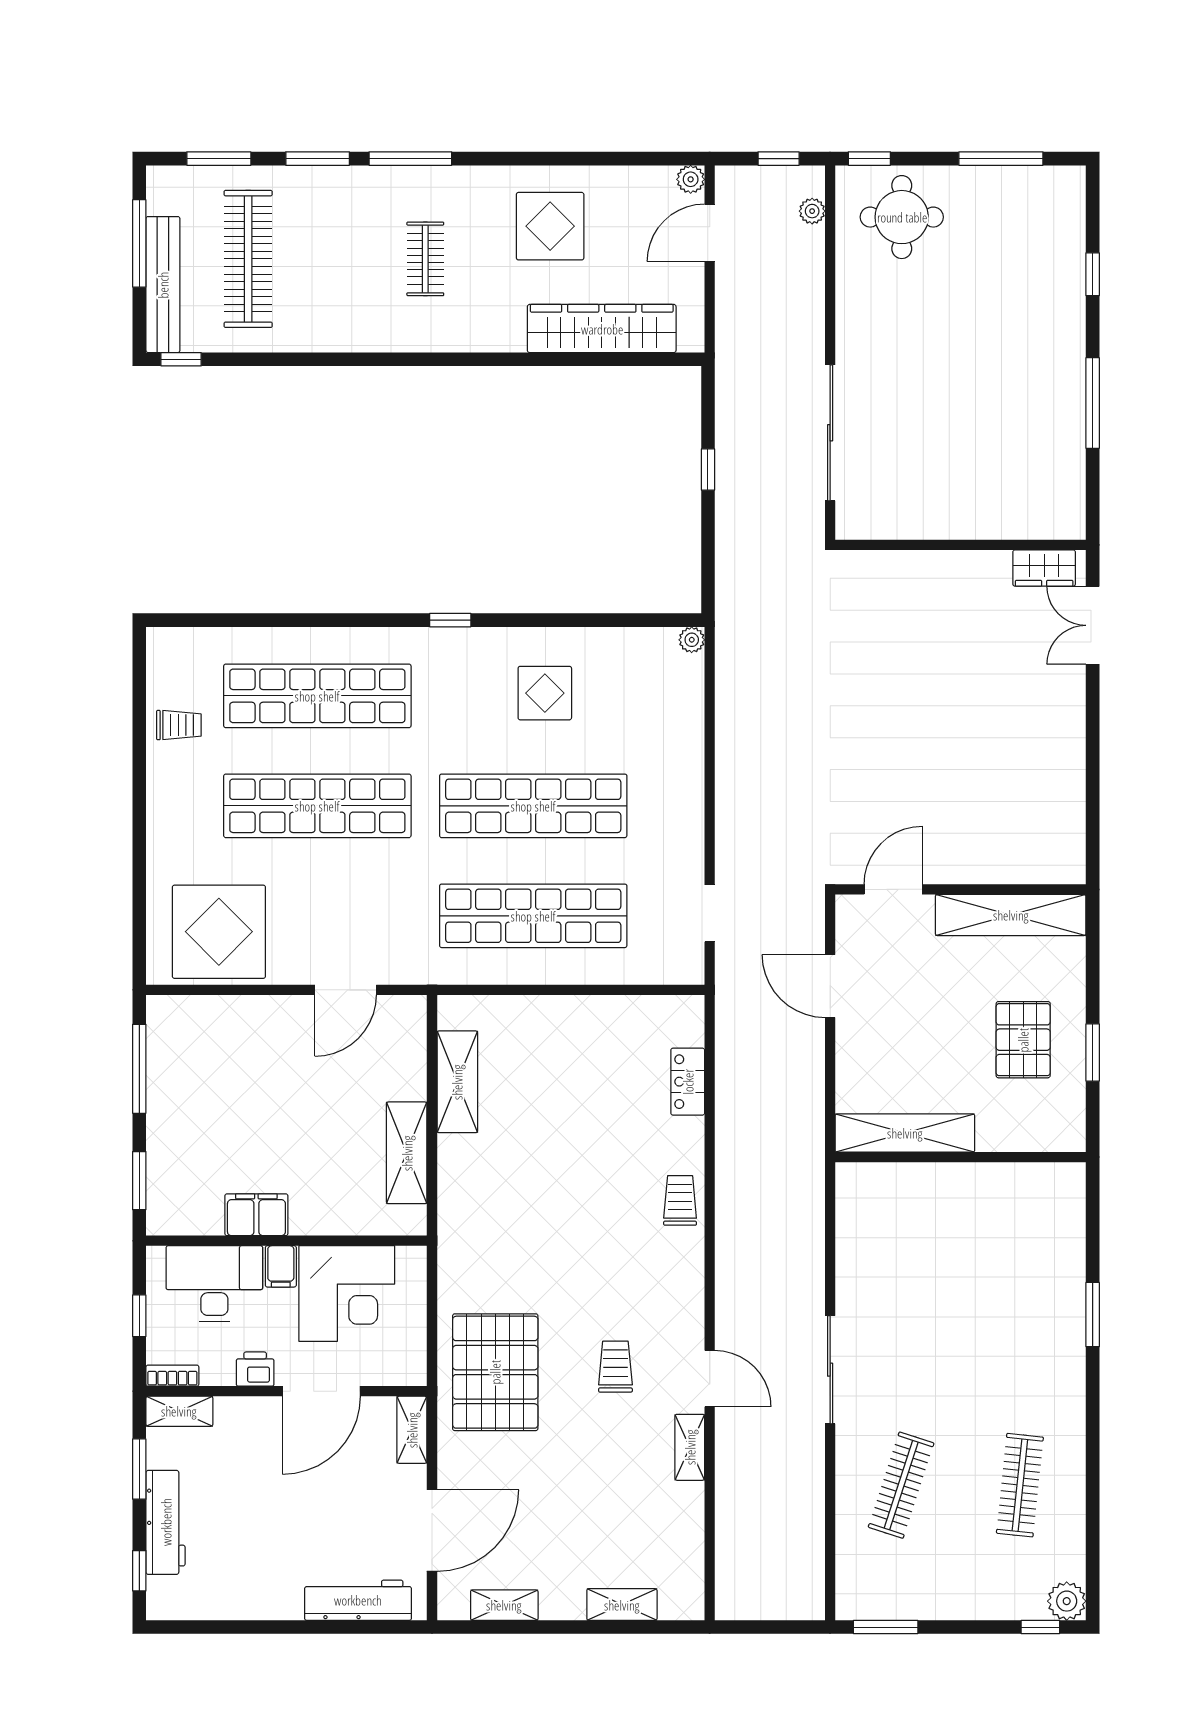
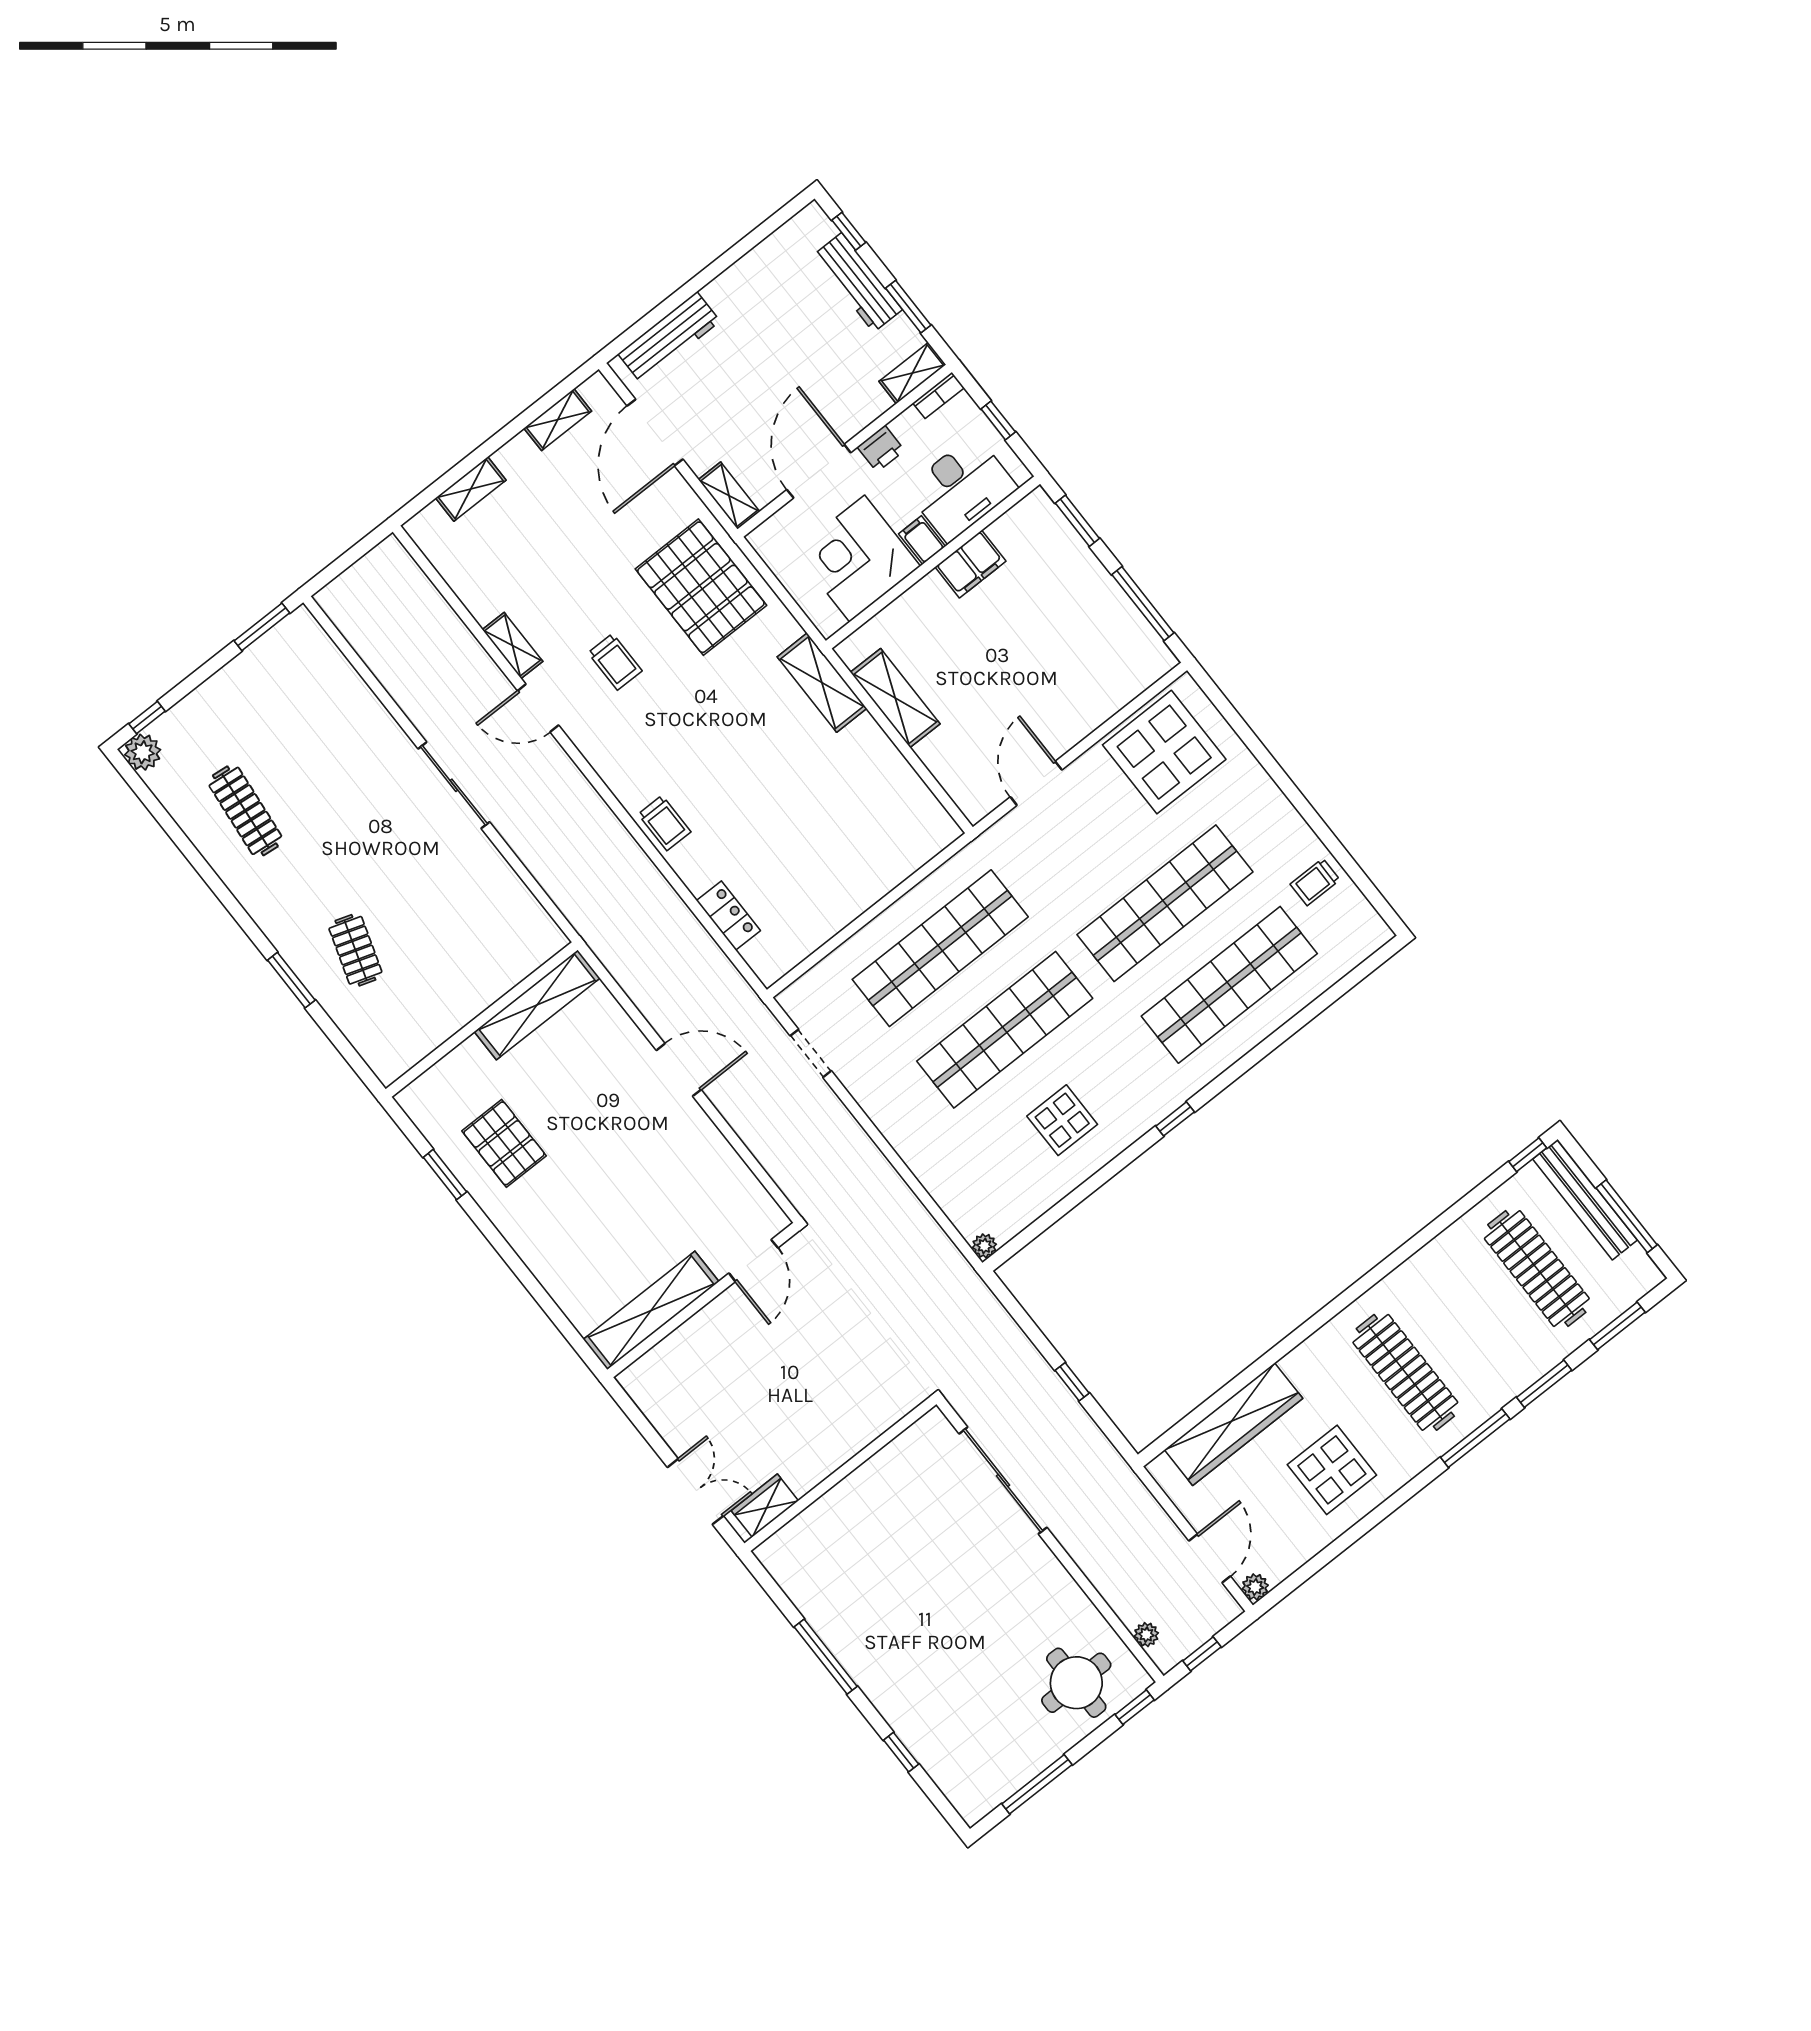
clothes rail: (425, 259) -> (1405, 1372), width x1.86, depth x1.31
door: (893, 889) -> (753, 1261), moved
wall: (961, 889) -> (703, 1300), moved
shelving: (1011, 915) -> (651, 1310), moved
shelving: (457, 1082) -> (822, 683), moved
clothes rail: (901, 1485) -> (355, 950), moved, width x0.73

